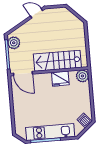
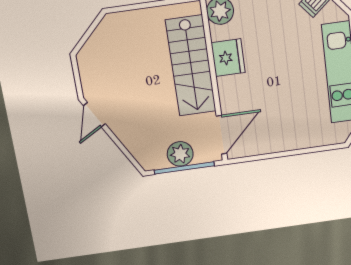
plant: (14, 43) -> (180, 154), moved

